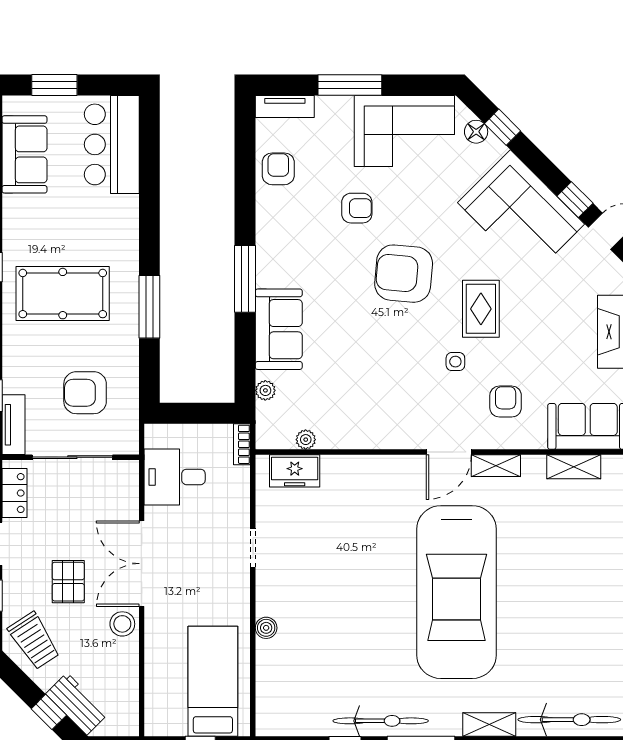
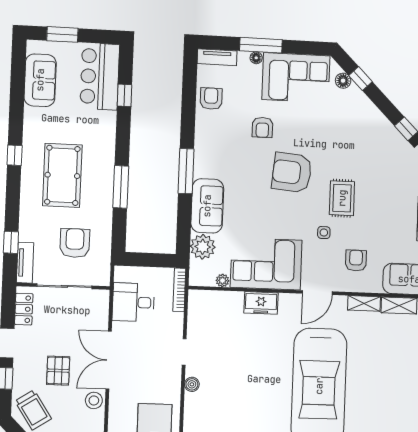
floor lamp: (343, 104) -> (256, 58), added
window: (149, 171) -> (124, 95), added
armchair: (357, 208) -> (262, 127), turned 90
corner sofa: (521, 213) -> (266, 264), moved, turned 135
pool table: (63, 294) -> (62, 175), turned 90
plant: (265, 390) -> (203, 247), width x1.88, depth x1.88
armchair: (85, 393) -> (75, 243), turned 90
bookcase: (242, 444) -> (179, 290), width x1.56
shelving: (496, 466) -> (364, 303), moved
freezer: (295, 471) -> (261, 303), moved
boiler: (266, 628) -> (192, 384), moved

